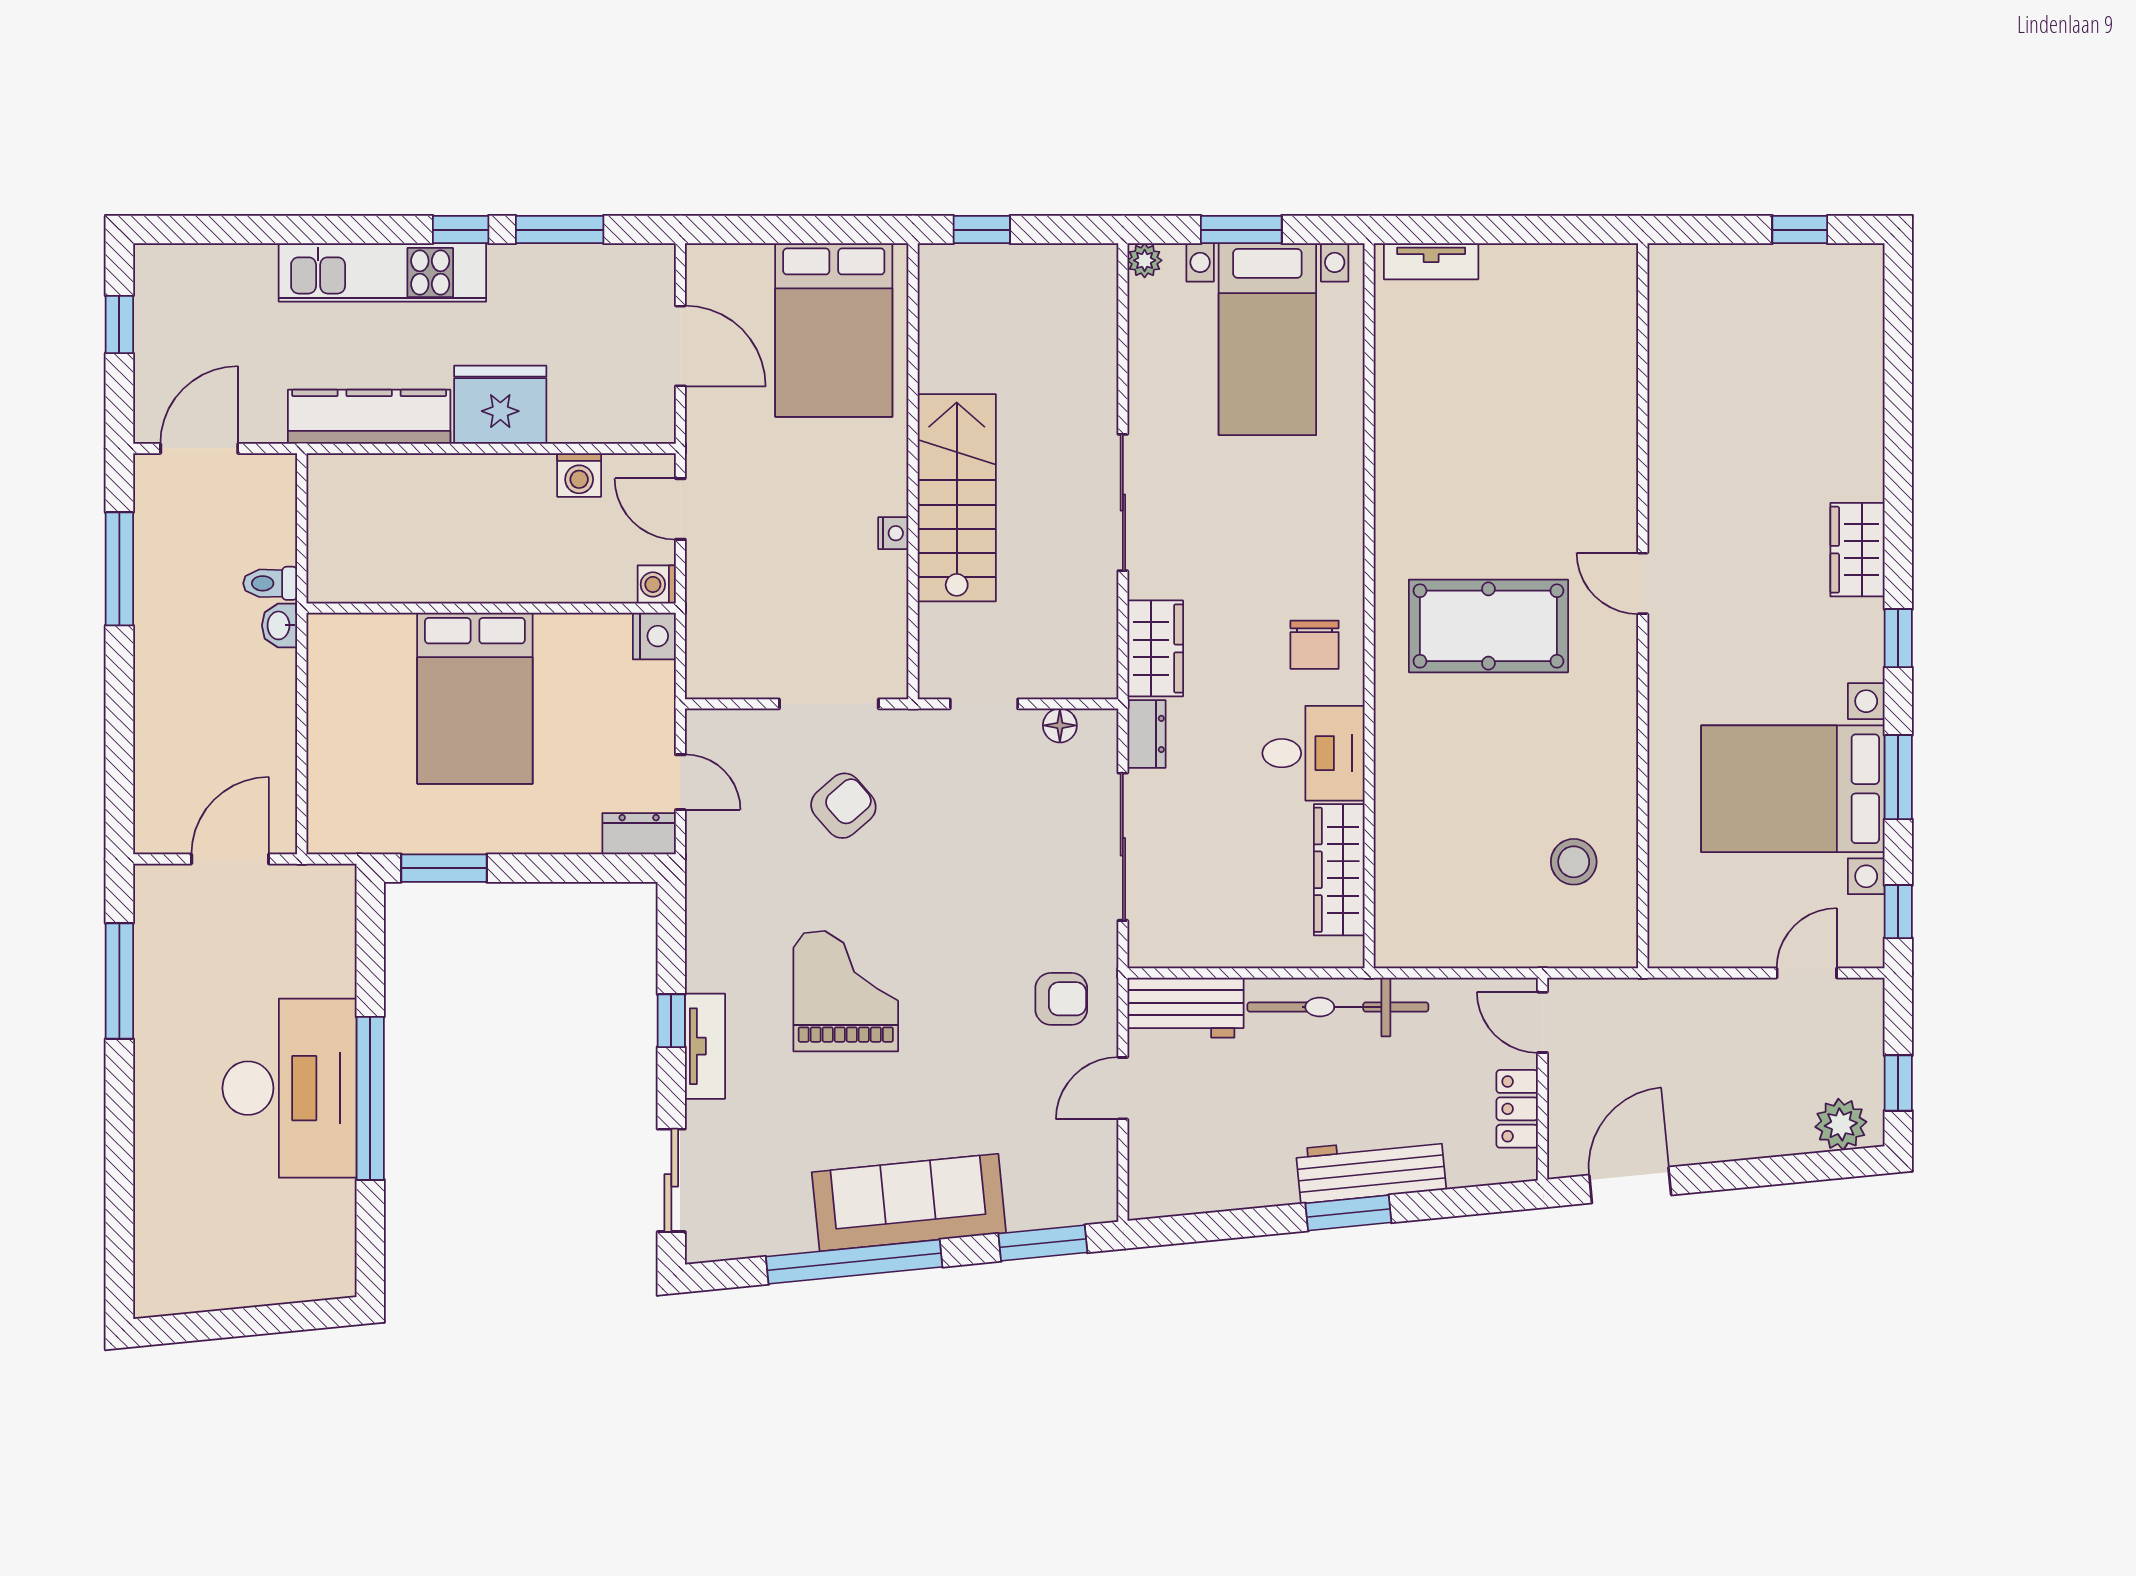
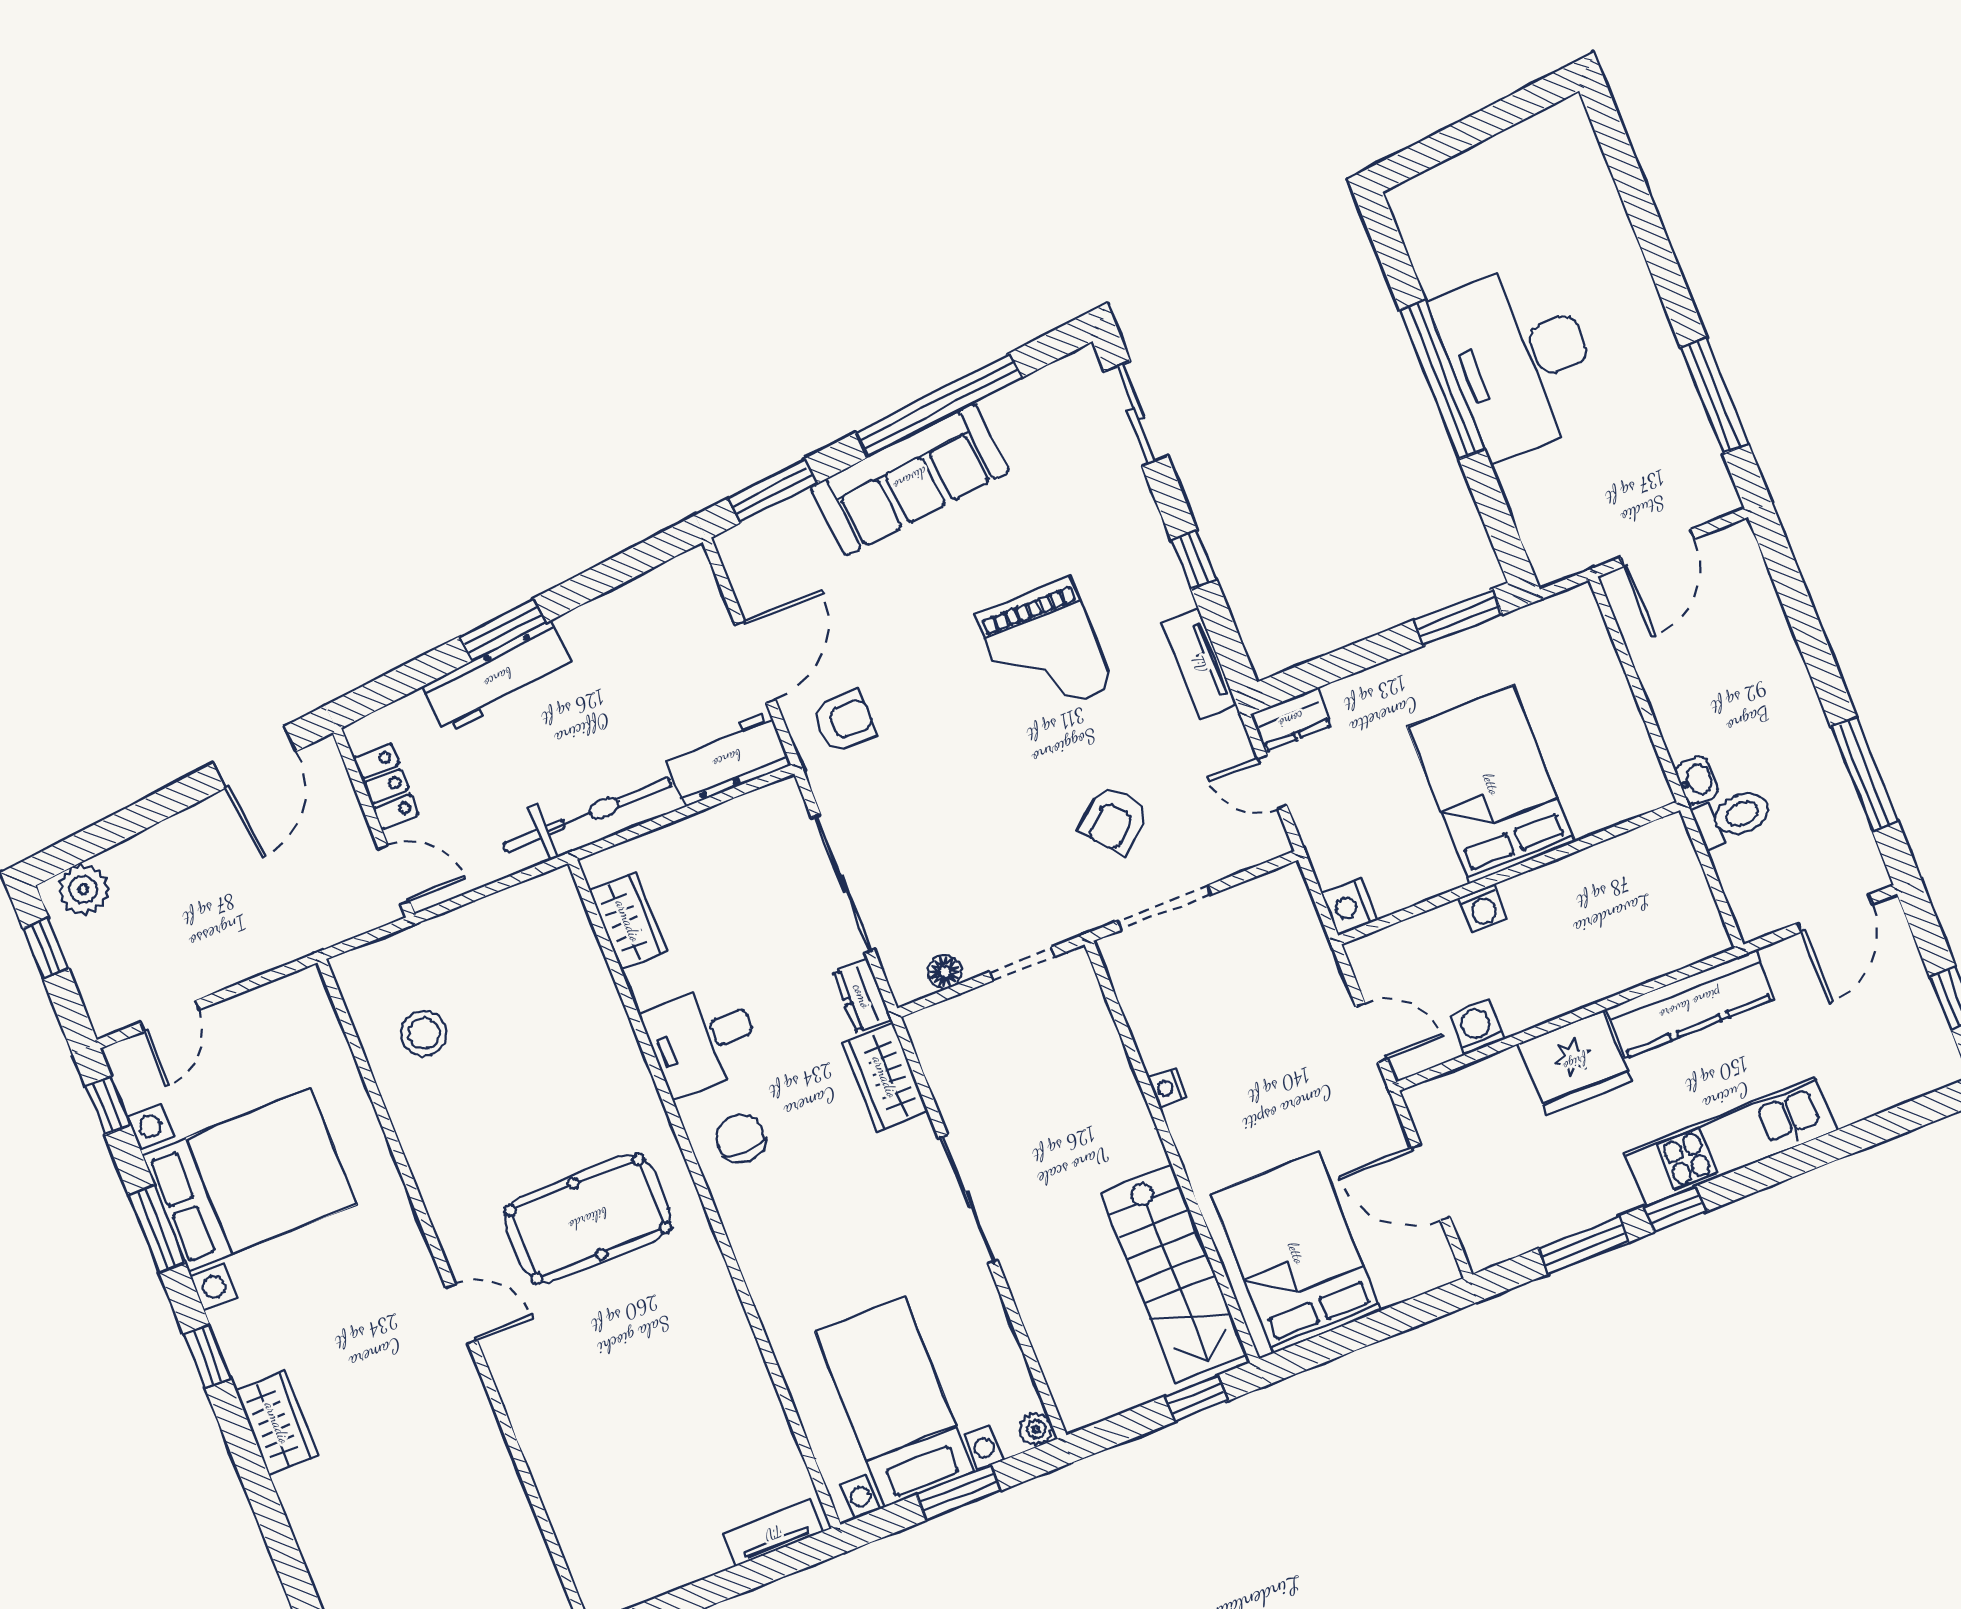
stairs: (957, 498) -> (1174, 1274), moved
toilet: (270, 583) -> (1733, 817), width x1.37, depth x1.39
washing machine: (657, 584) -> (1483, 908), moved, turned 90
wardrobe: (1339, 870) -> (628, 921), width x0.67
armchair: (1061, 999) -> (844, 722), turned 180
tv unit: (705, 1046) -> (1199, 664), moved
door: (1123, 1088) -> (755, 662), width x1.38

